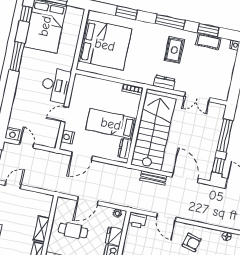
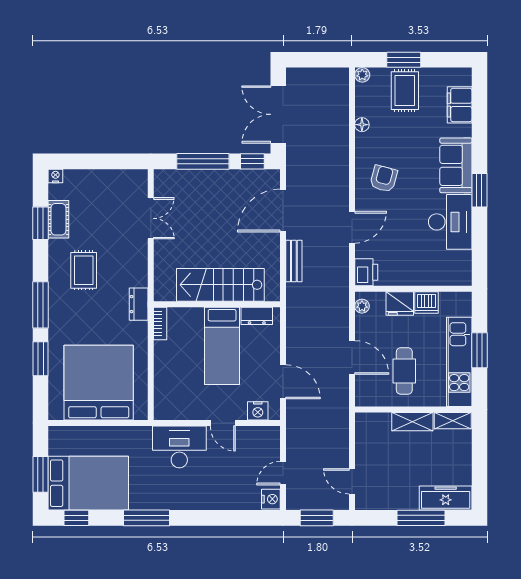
window: (170, 22) -> (41, 305), moved
rug: (174, 50) -> (84, 270), turned 90
dresser: (164, 83) -> (139, 304), moved
stairs: (153, 132) -> (220, 285), width x0.73, depth x0.66

